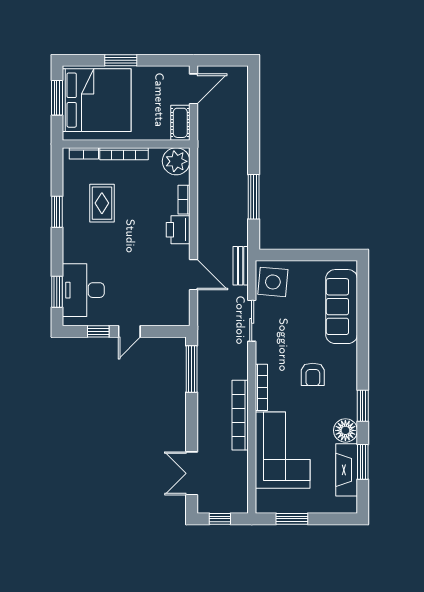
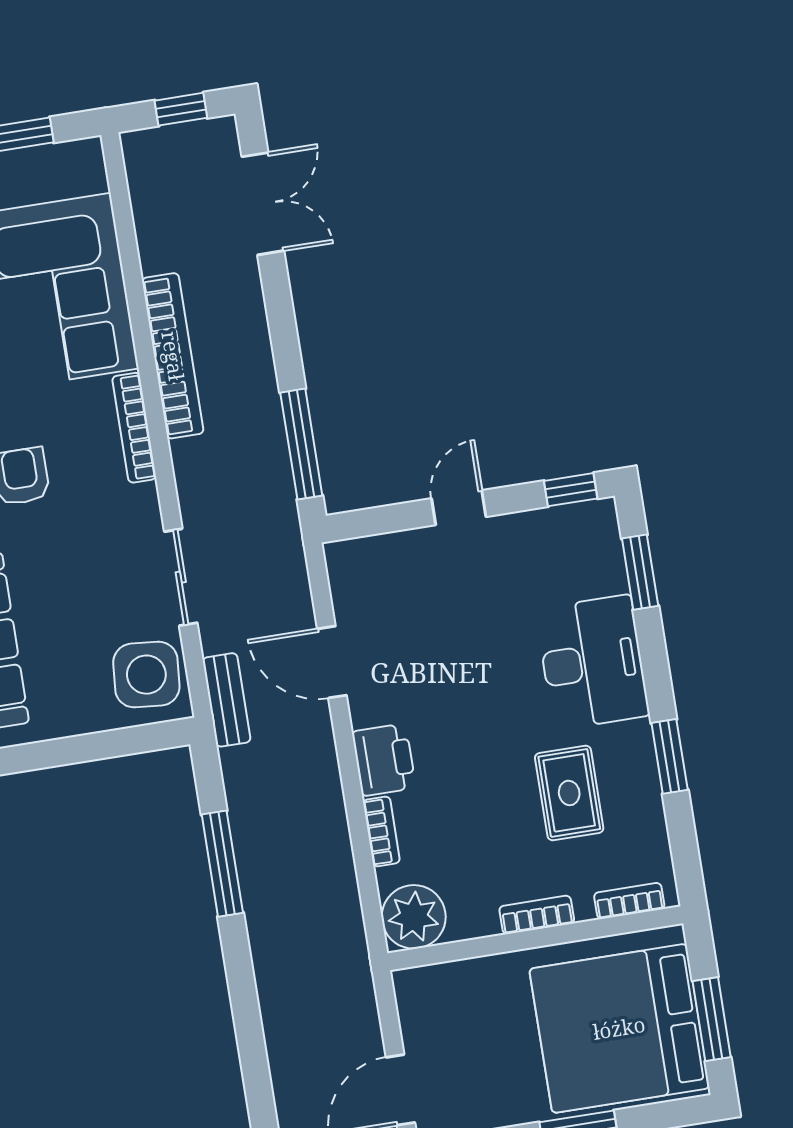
cot: (180, 123) -> (418, 1007), removed
bookcase: (124, 154) -> (537, 915), width x0.64
desk: (83, 290) -> (592, 662), moved
window: (98, 331) -> (571, 490), moved

